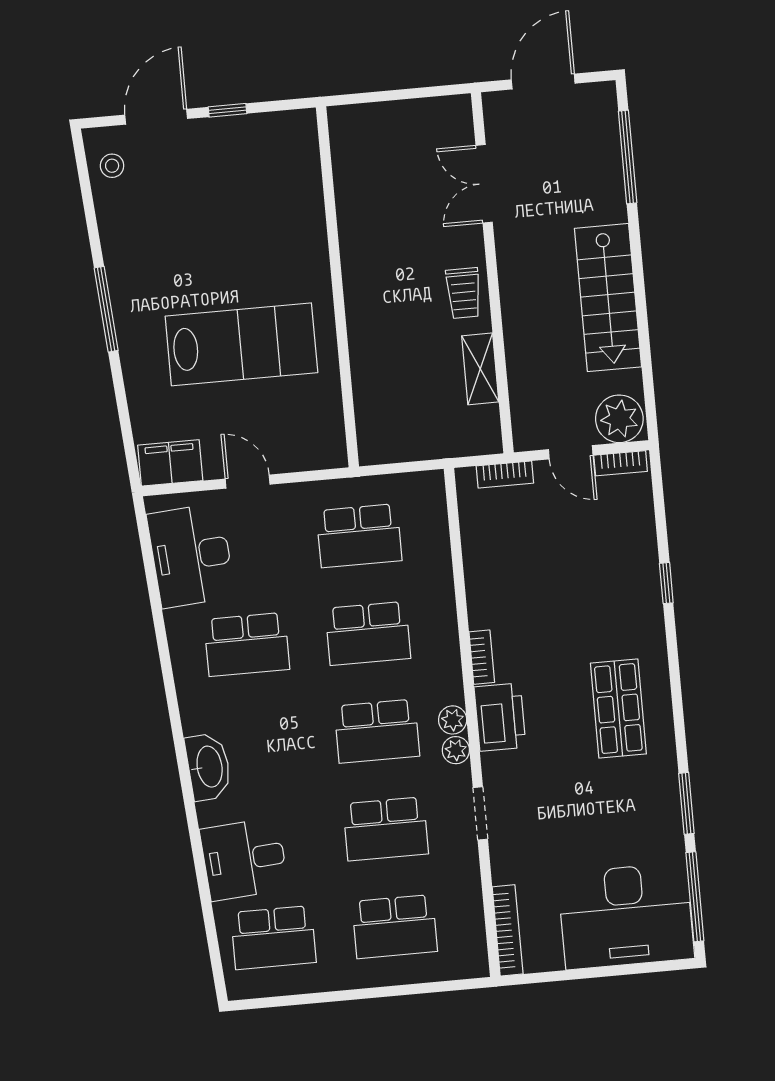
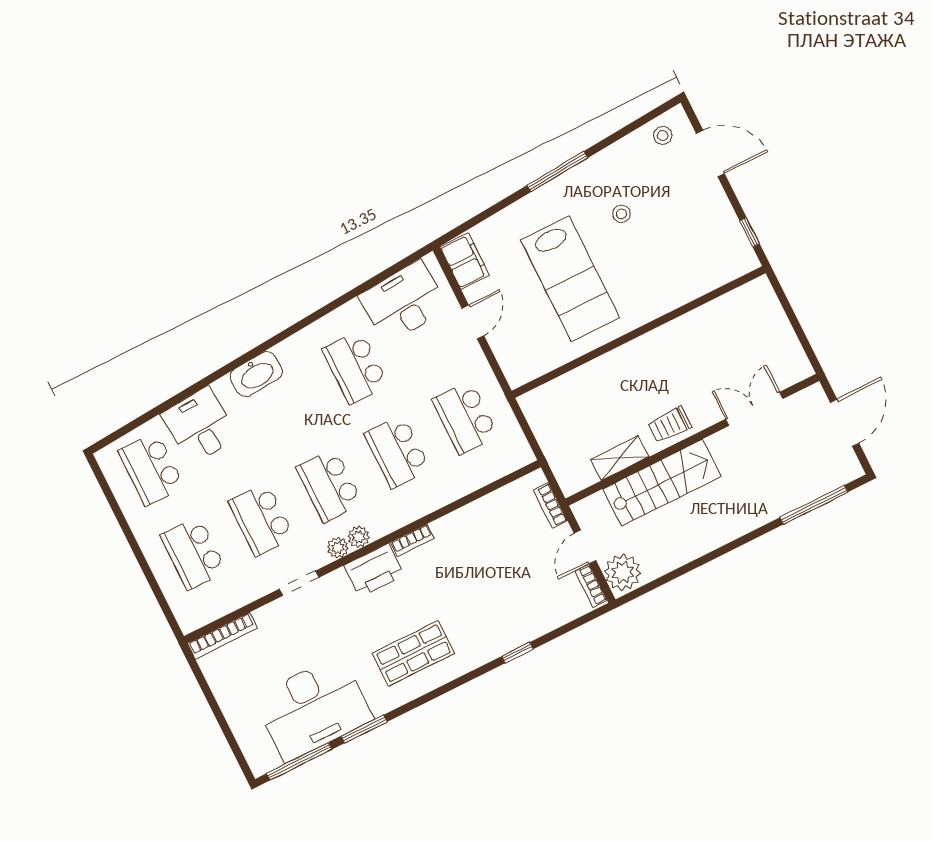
door: (543, 82) -> (845, 423), hinge flipped
window: (227, 110) -> (750, 232), moved
stool: (187, 252) -> (621, 214), added
stairs: (608, 298) -> (662, 483), moved, turned 180
desk: (626, 916) -> (313, 708), moved, turned -90

